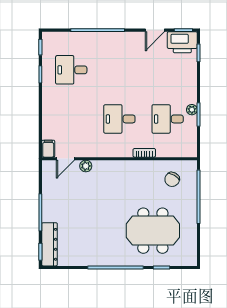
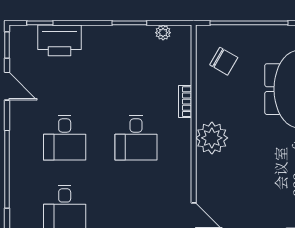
printer: (182, 42) -> (60, 40), moved, turned 90
plant: (192, 110) -> (163, 33), moved
desk: (168, 119) -> (65, 138), moved
plant: (86, 166) -> (212, 138), moved, width x1.87, depth x1.87

